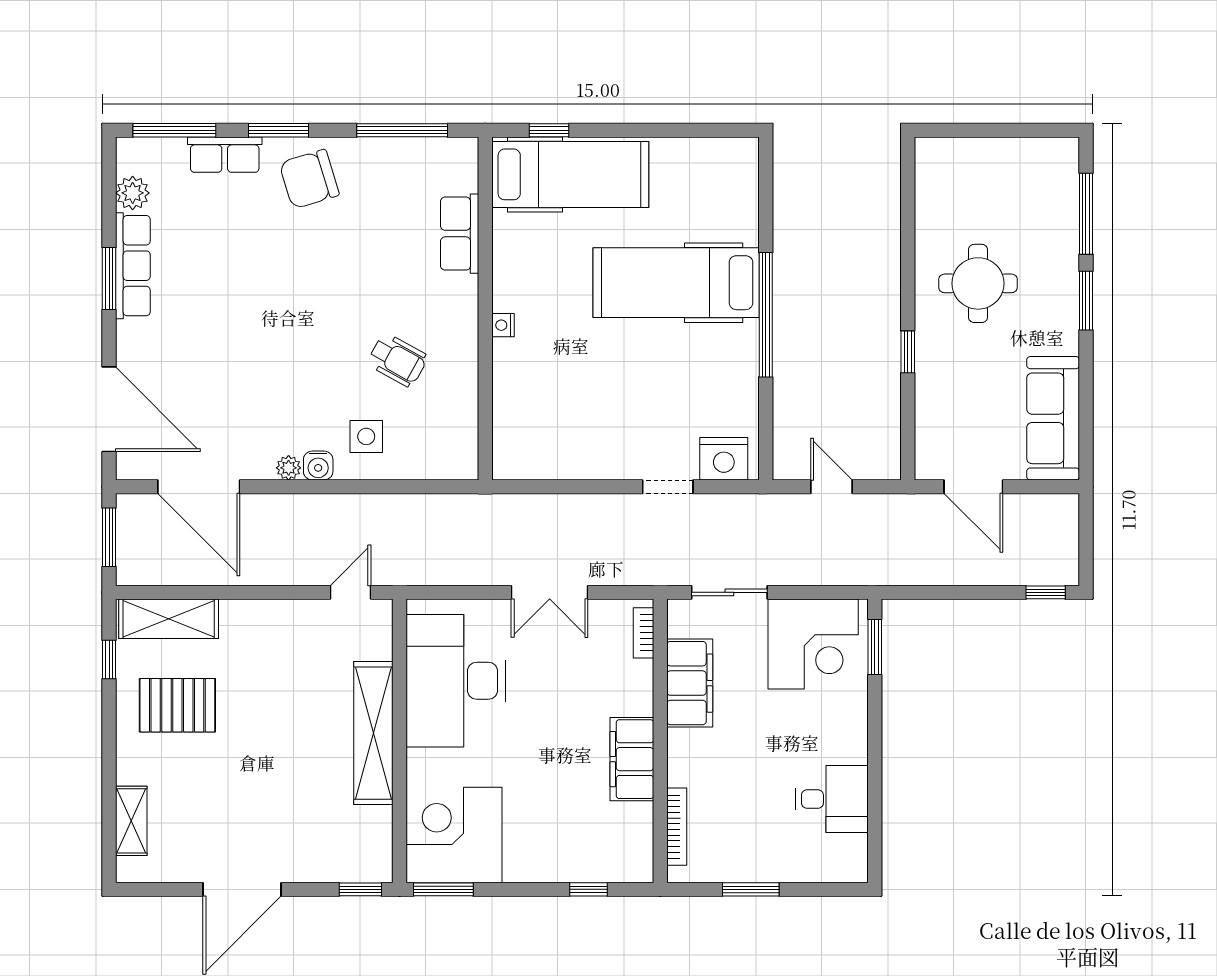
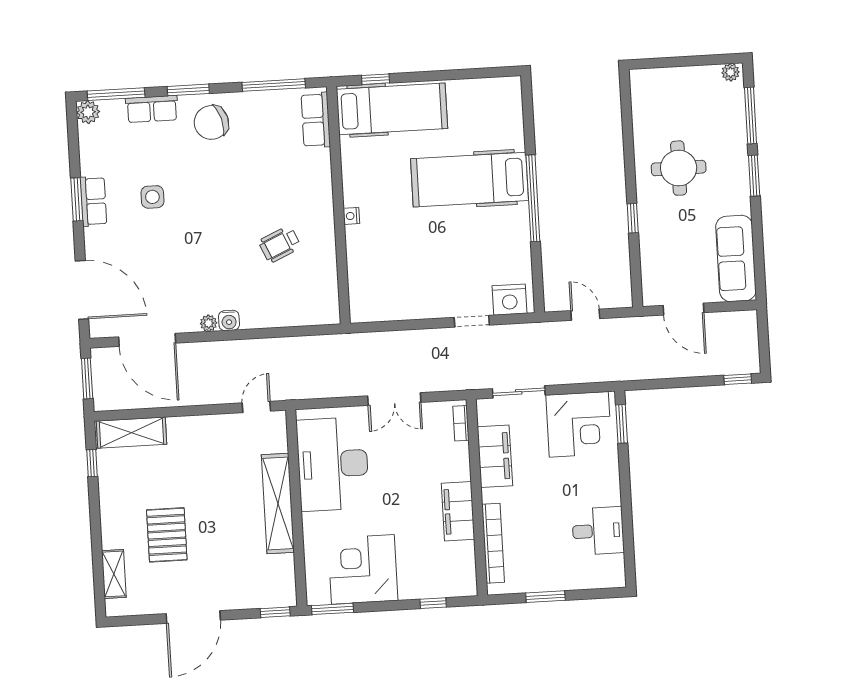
plant: (1061, 150) -> (731, 72), added
plant: (133, 193) -> (88, 112), moved
row of seats: (460, 234) -> (316, 120), moved
row of seats: (133, 266) -> (93, 201), width x0.68
wheelchair: (398, 360) -> (280, 244), turned 127
side table: (366, 436) -> (152, 197), moved
pallet: (177, 705) -> (167, 535), moved, turned 90
bookcase: (677, 827) -> (493, 543), width x1.48, depth x1.31
corner desk: (454, 835) -> (363, 569), moved

